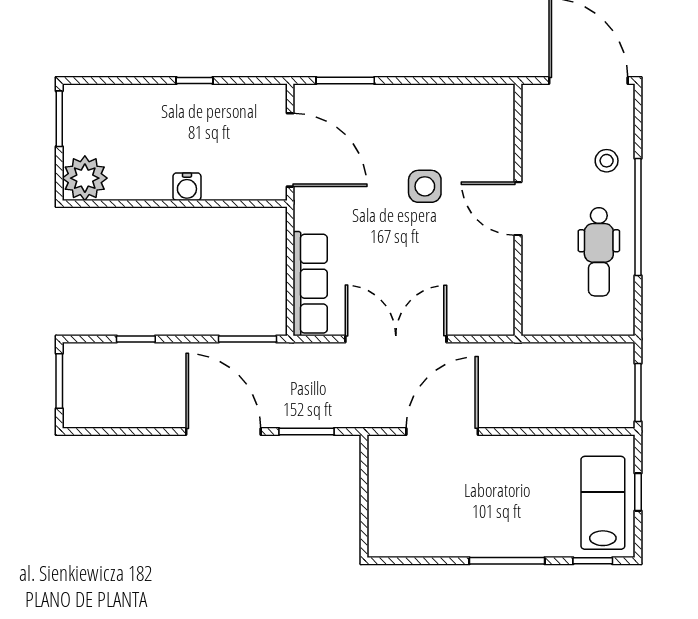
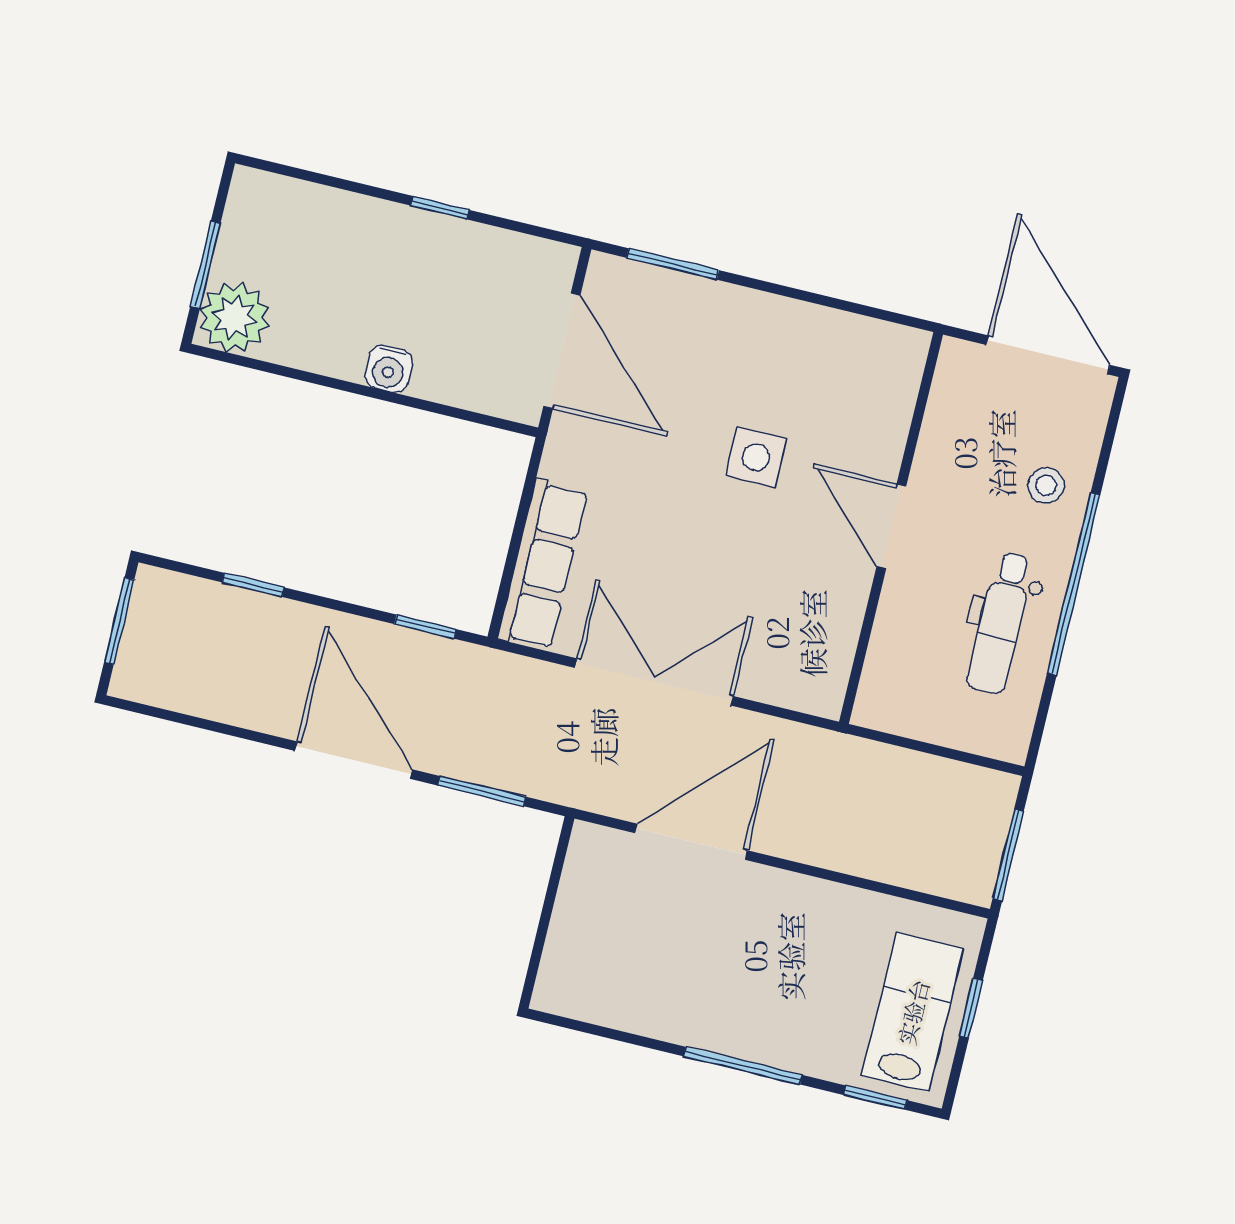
window: (59, 119) -> (205, 265), moved
window: (247, 339) -> (425, 627), width x0.67

